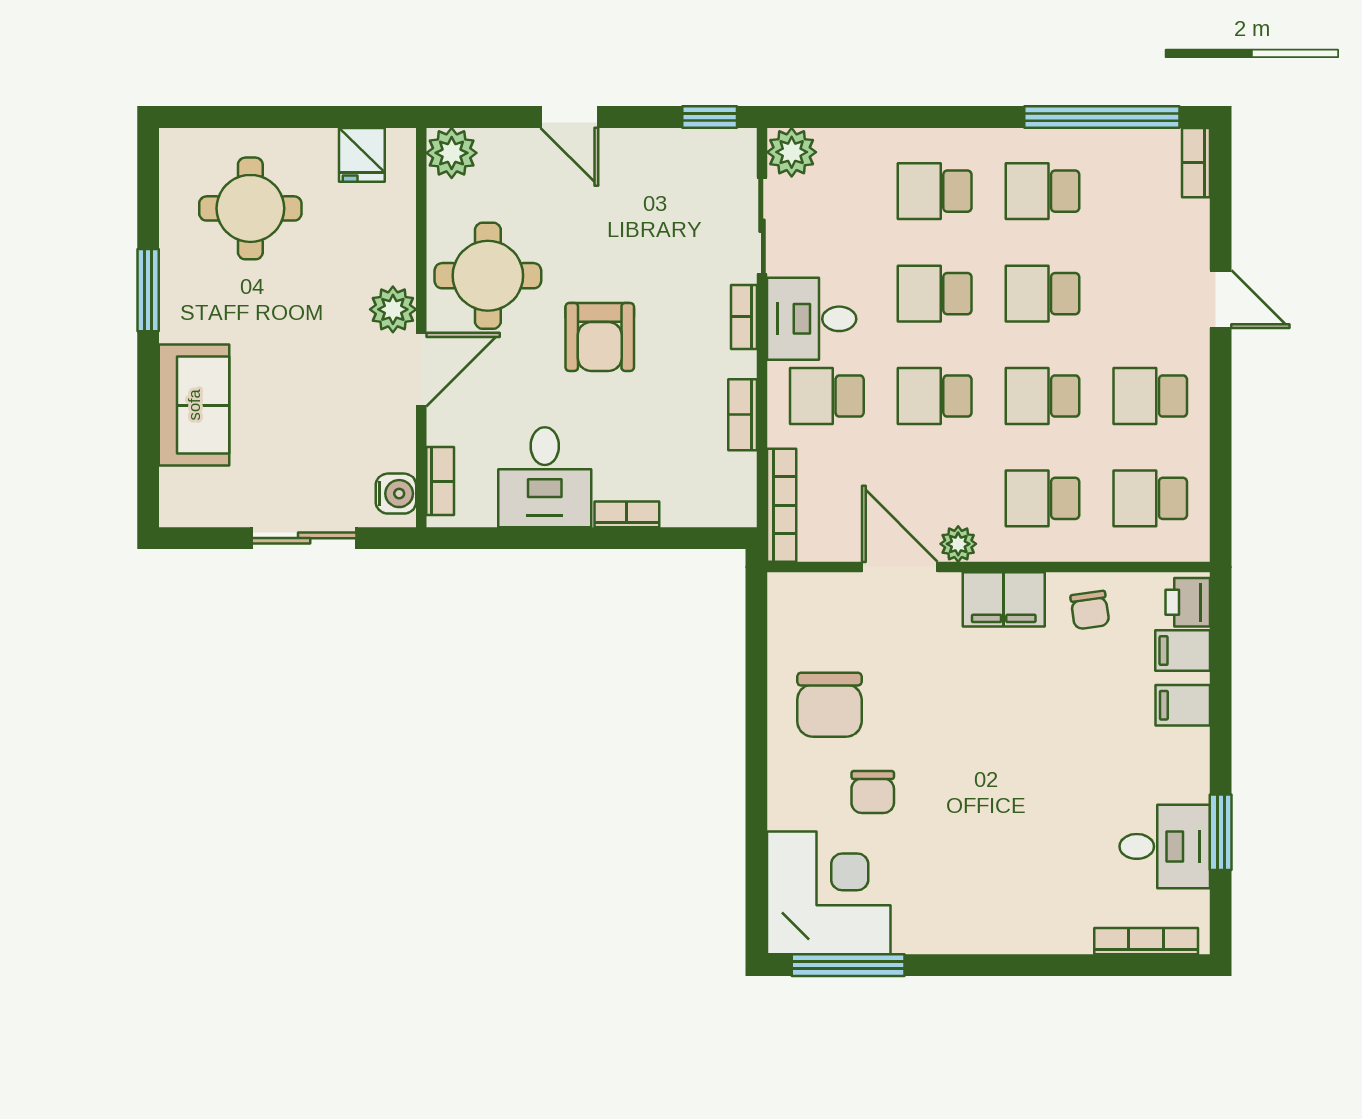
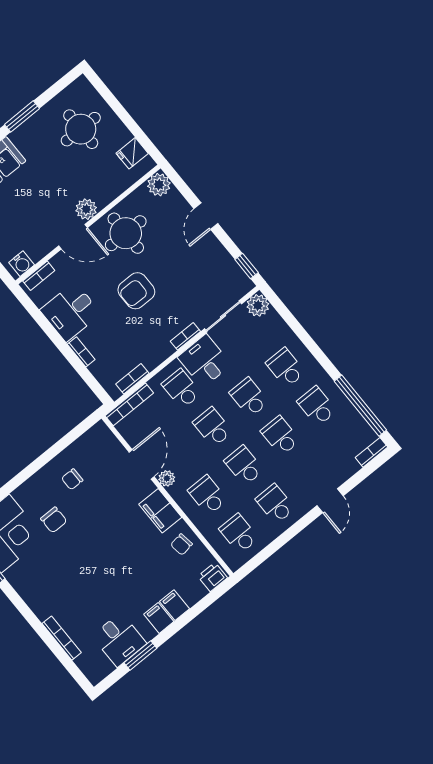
bookcase: (743, 415) -> (132, 379), moved
filing cabinet: (1183, 651) -> (159, 618), moved
chair: (829, 705) -> (72, 479), width x0.54, depth x0.54
chair: (873, 792) -> (54, 520), turned -90
bookcase: (1146, 941) -> (62, 638), moved

